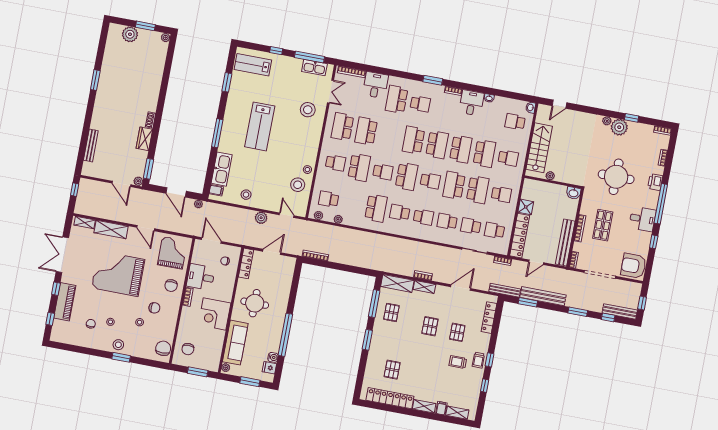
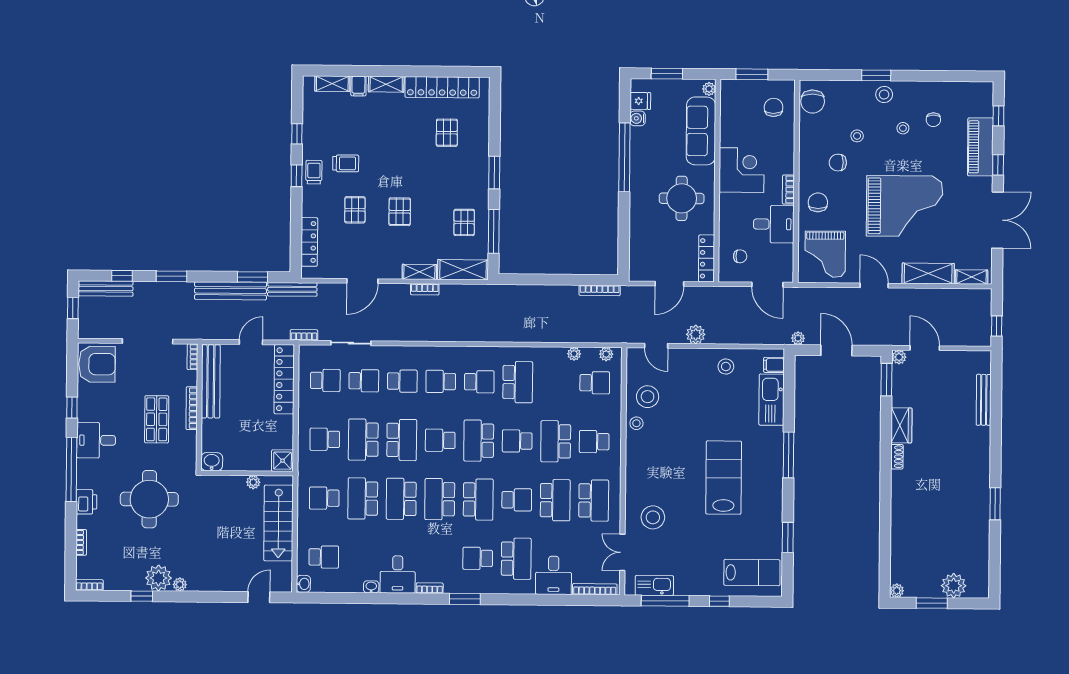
school desk: (390, 136) -> (517, 500), added
shower: (526, 207) -> (283, 461), moved
school desk: (376, 208) -> (518, 382), turned 180

